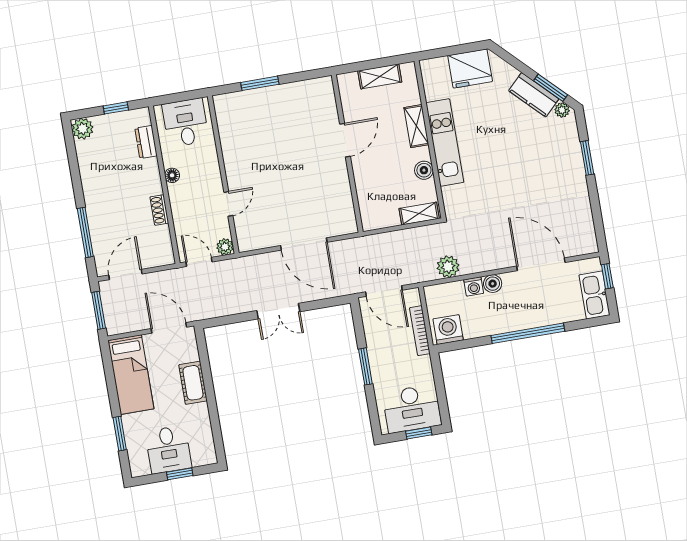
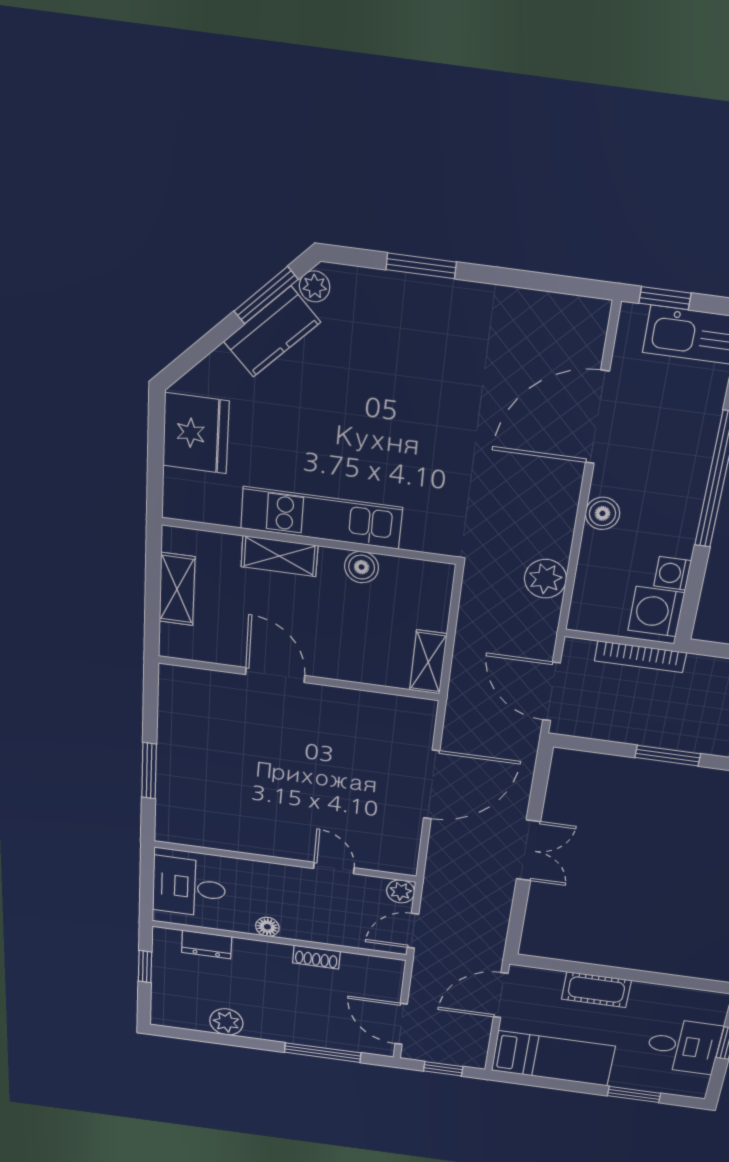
plant: (83, 129) -> (226, 1022), moved
shelving: (419, 214) -> (428, 662), moved
washing machine: (474, 286) -> (673, 573), moved, turned 180
door: (384, 291) -> (552, 692), swing flipped
window: (99, 310) -> (443, 1069), width x0.67

